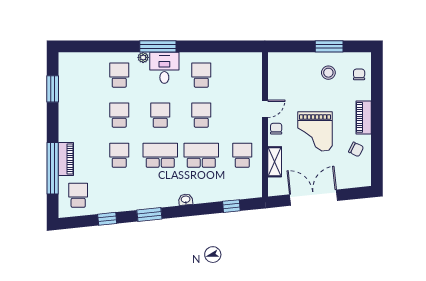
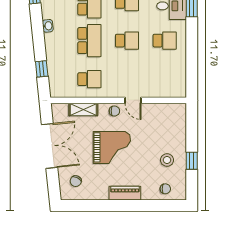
window: (329, 46) -> (192, 161), width x0.67
grand piano: (315, 131) -> (112, 147), turned 180
chair: (356, 149) -> (76, 181), moved

